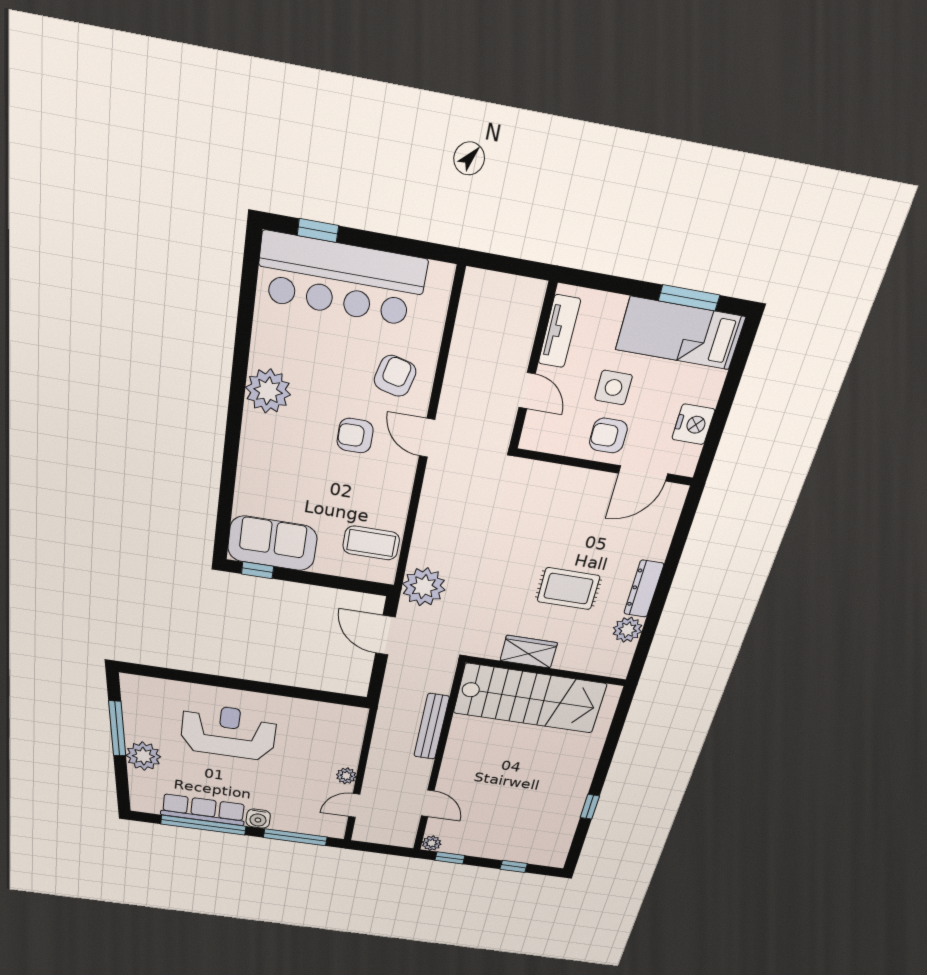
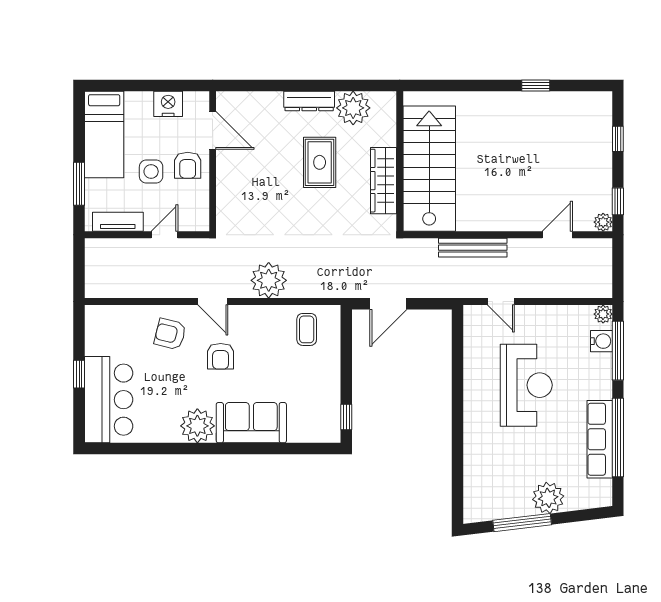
window: (318, 231) -> (79, 374), moved
bar counter: (341, 279) -> (109, 400), width x0.73
window: (689, 298) -> (79, 184), moved
door: (427, 438) -> (213, 301), hinge flipped
sofa: (272, 543) -> (251, 423), moved, turned 90
coffee table: (371, 543) -> (307, 329), width x0.73, depth x0.77
plant: (424, 587) -> (269, 280), moved
plant: (627, 630) -> (353, 108), width x1.36, depth x1.36
wardrobe: (529, 652) -> (383, 181), width x1.50
reception desk: (228, 732) -> (526, 385), moved, turned 180
plant: (346, 776) -> (603, 314), moved
door: (354, 805) -> (501, 301), moved
water cooler: (258, 819) -> (602, 341), moved

